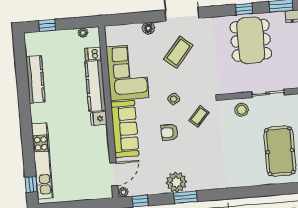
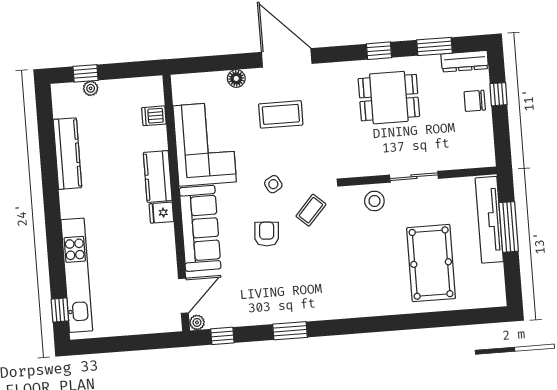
plant: (83, 33) -> (91, 88), moved
dining table: (251, 40) -> (389, 98), width x0.73
coffee table: (178, 52) -> (281, 114), turned 50
kitchen counter: (95, 86) -> (158, 176), width x0.67
armchair: (169, 132) -> (267, 234), turned 94
plant: (176, 182) -> (277, 308), removed

